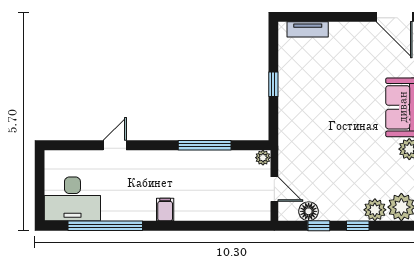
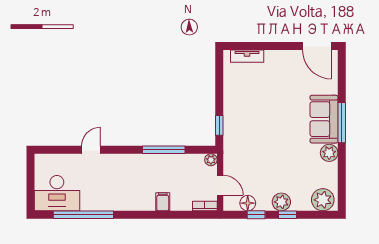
window: (273, 84) -> (219, 125), moved
filing cabinet: (165, 210) -> (163, 202), moved
plant: (375, 210) -> (281, 202), moved
bookcase: (255, 215) -> (205, 206), added

